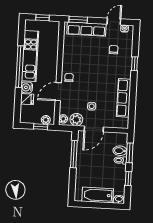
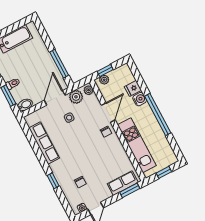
row of seats: (86, 29) -> (123, 183), width x0.68
kitchen unit: (30, 56) -> (137, 145), moved, turned 180
bidet: (120, 151) -> (25, 105), moved

